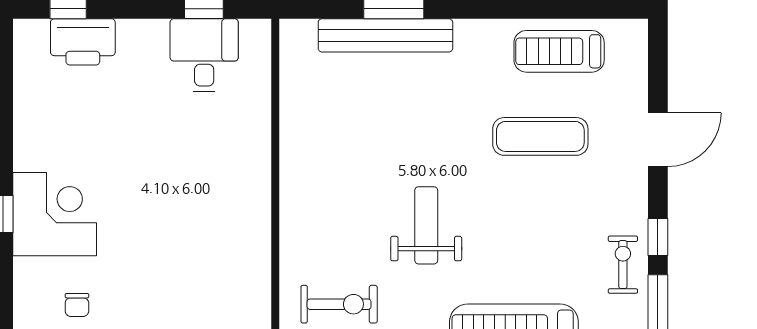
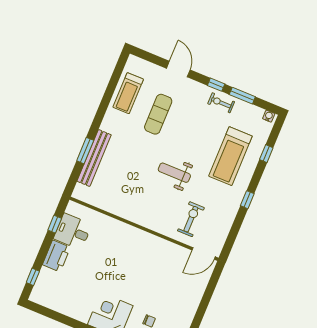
printer: (83, 42) -> (56, 256), moved

